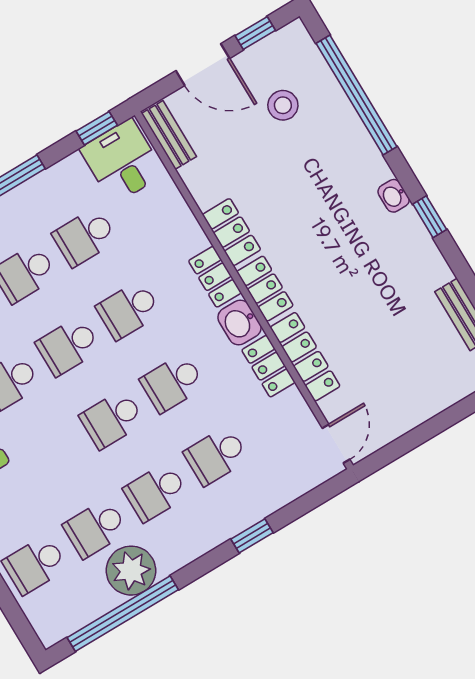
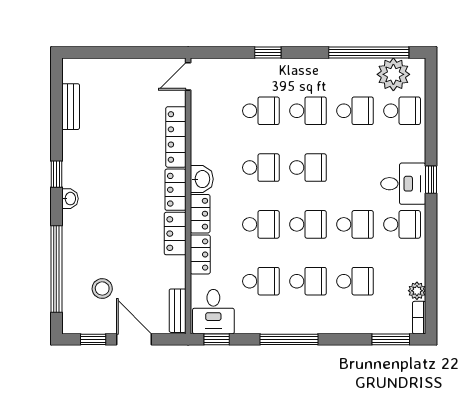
locker: (268, 366) -> (200, 254), moved
plant: (131, 571) -> (393, 74), moved

